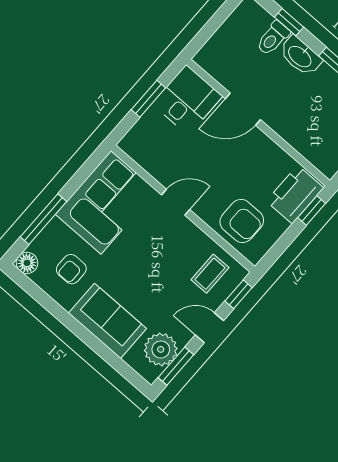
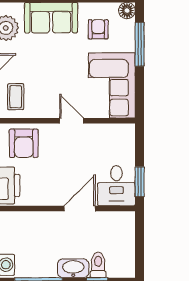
window: (148, 99) -> (140, 182), moved
door: (176, 202) -> (72, 121), swing flipped
armchair: (242, 221) -> (24, 143), turned -90

